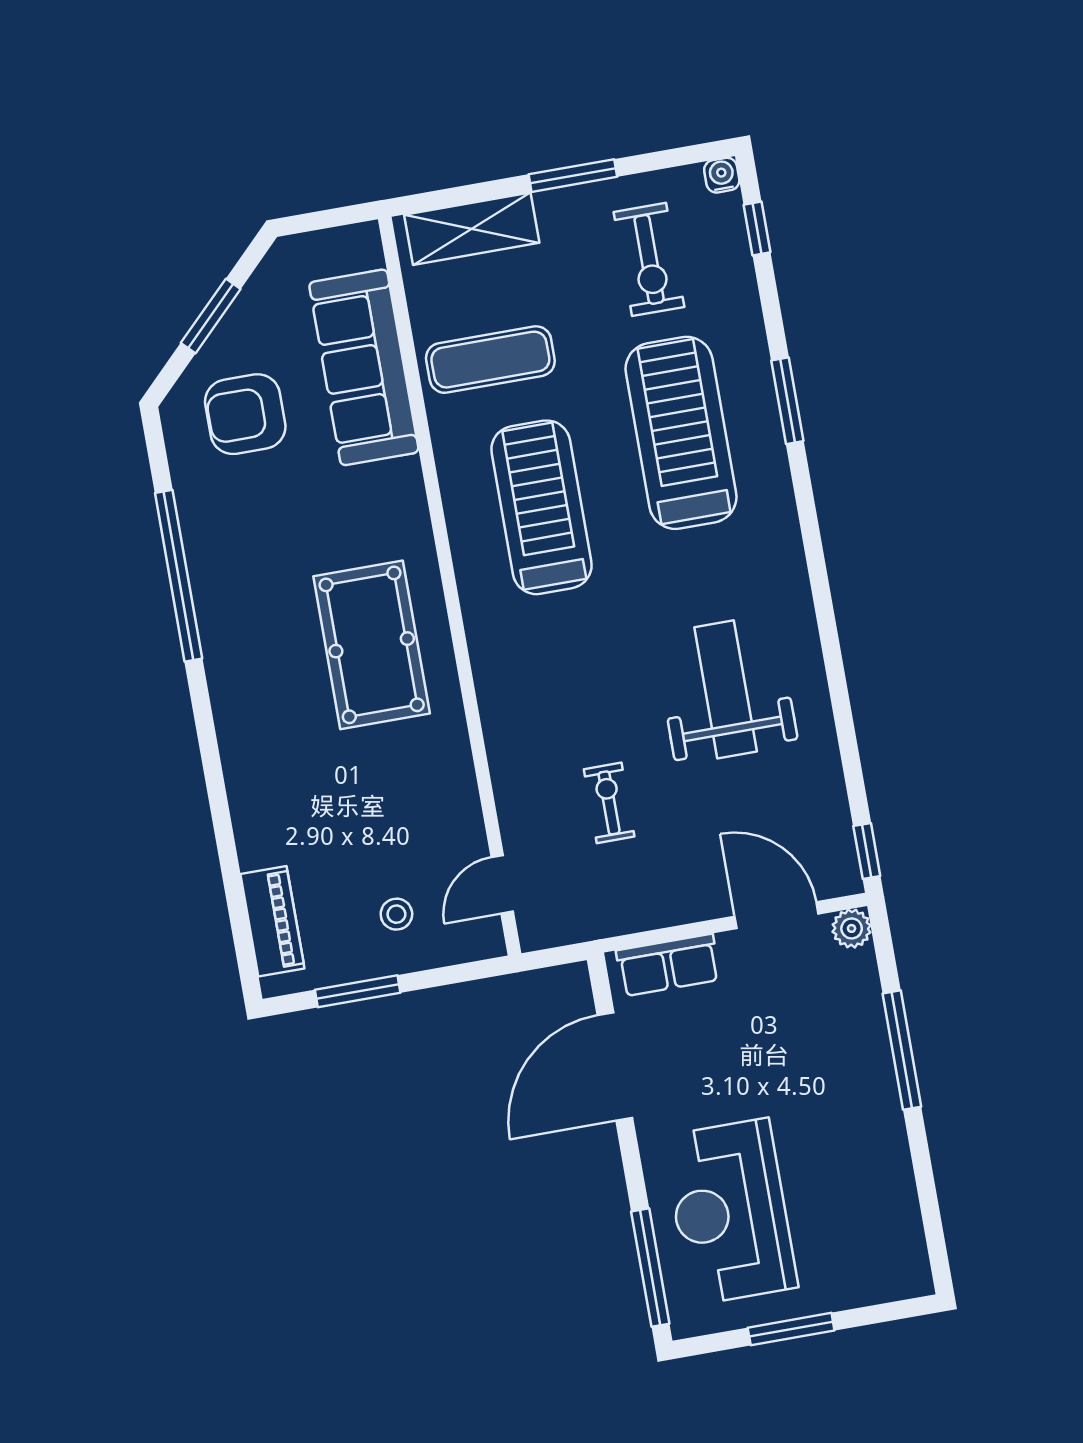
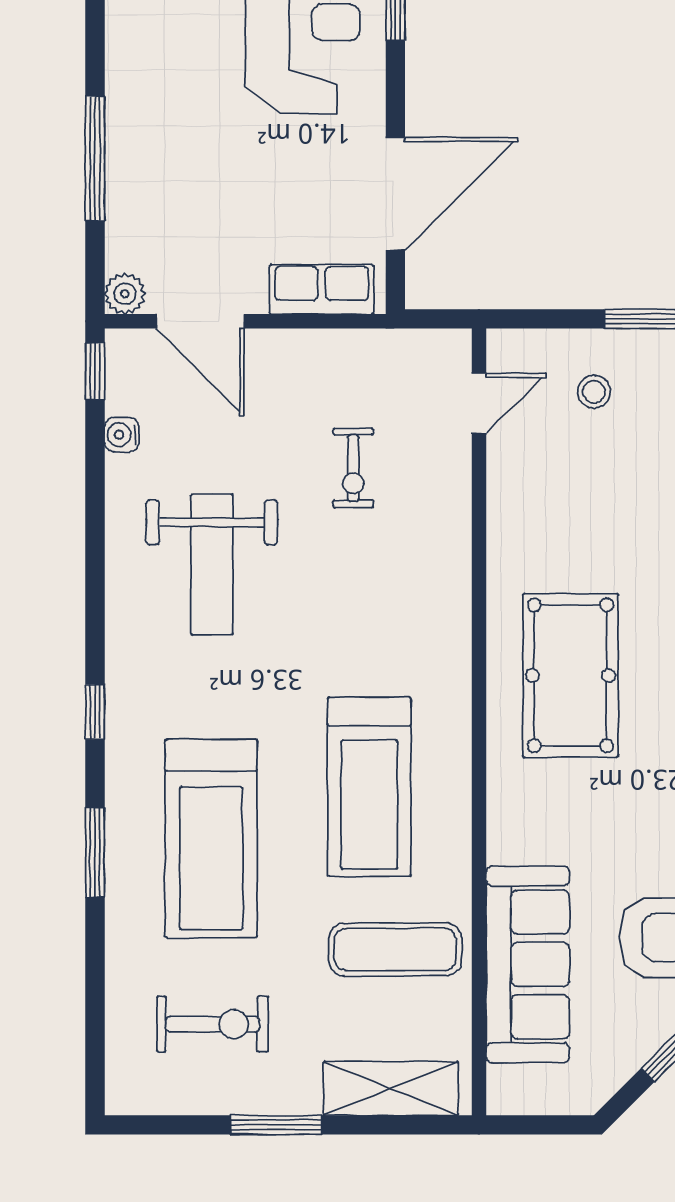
water cooler: (722, 175) -> (122, 435), moved, turned 90
window: (757, 229) -> (95, 712), moved
exercise bike: (649, 259) -> (213, 1024), turned 90

